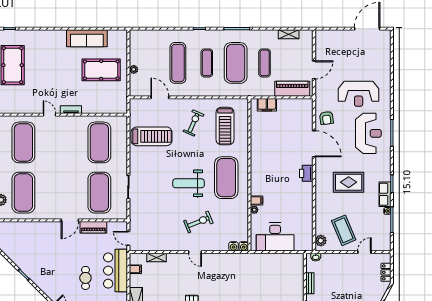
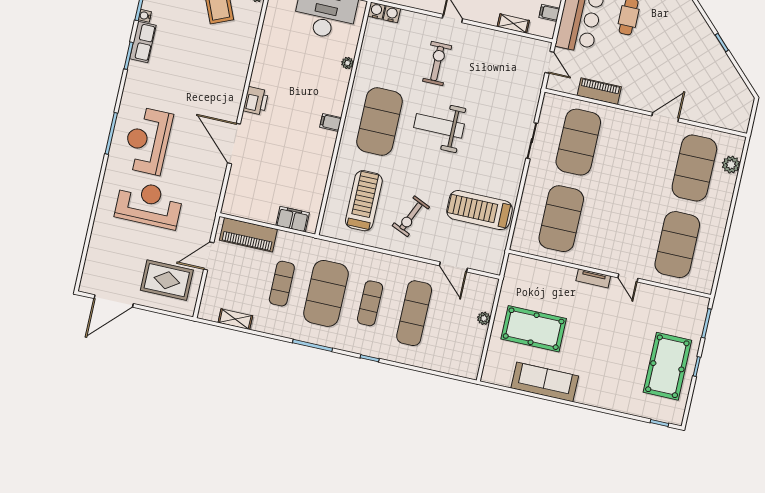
armchair: (326, 118) -> (206, 178), removed
rug: (349, 182) -> (167, 280), moved
weight bench: (189, 183) -> (439, 126), turned 180
filing cabinet: (257, 200) -> (331, 122), moved
door: (70, 220) -> (665, 117), moved
exercise bike: (198, 222) -> (437, 63), turned 112

